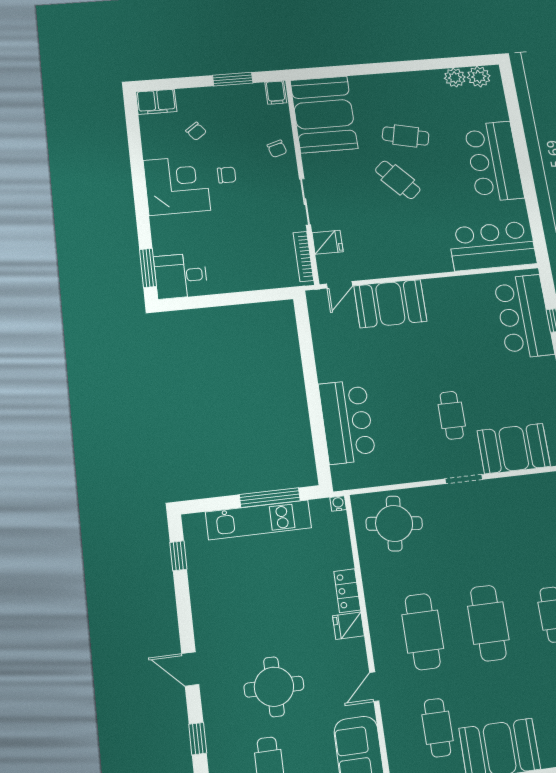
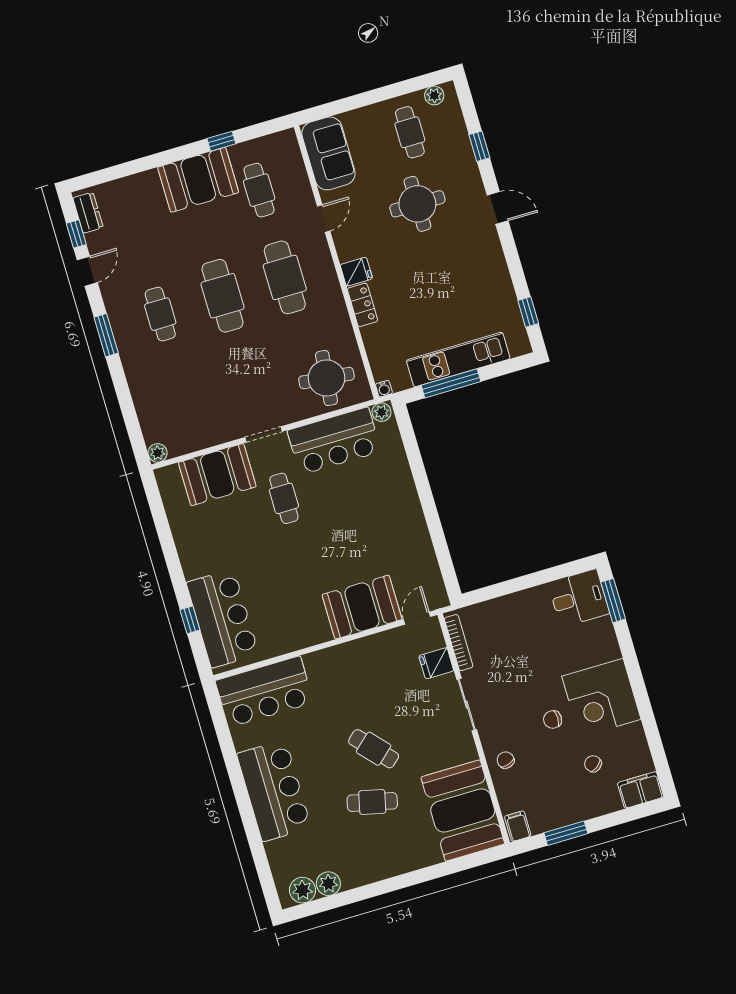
bar counter: (347, 422) -> (334, 441), moved, turned -90
plant: (344, 481) -> (382, 412), added

